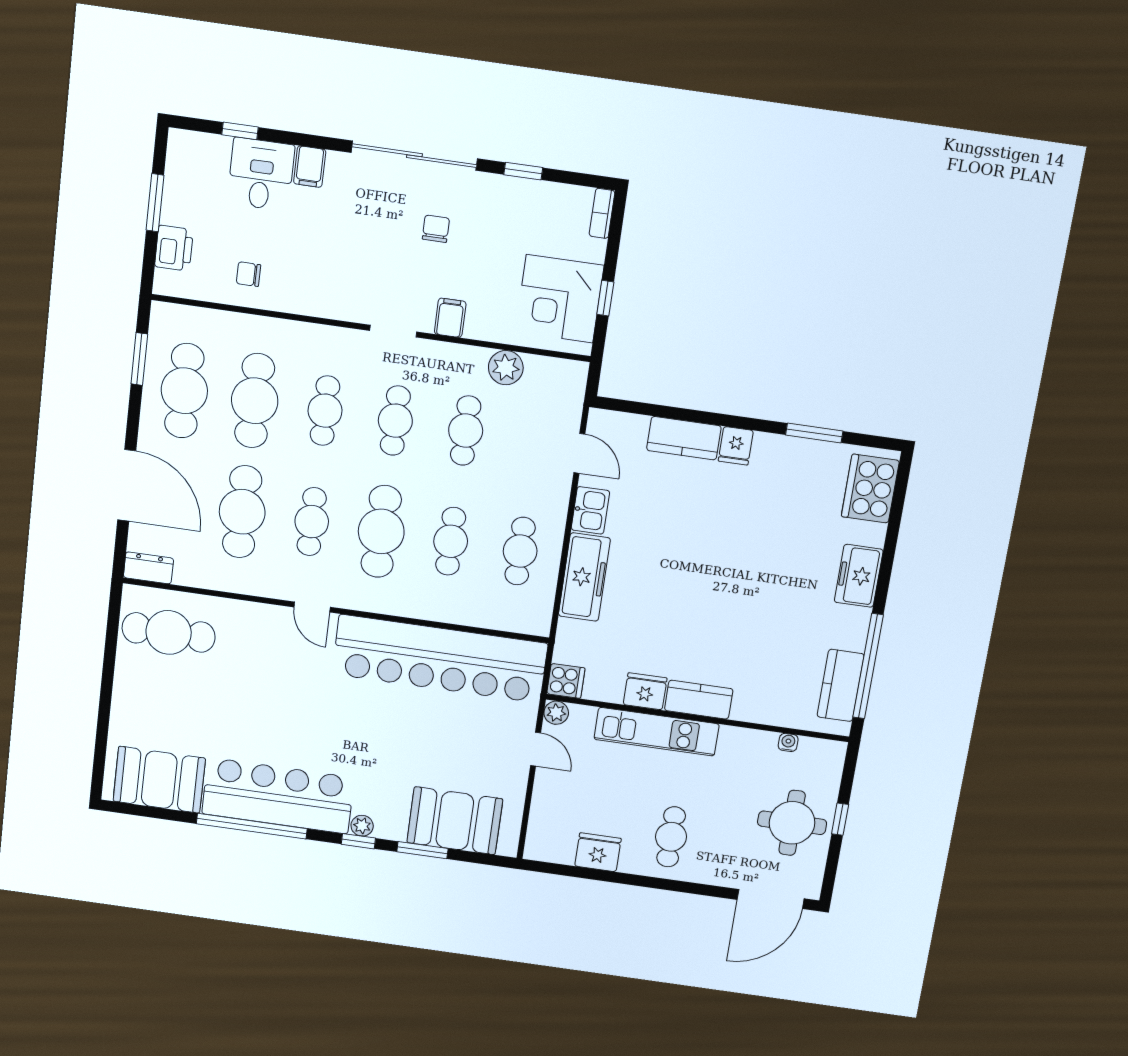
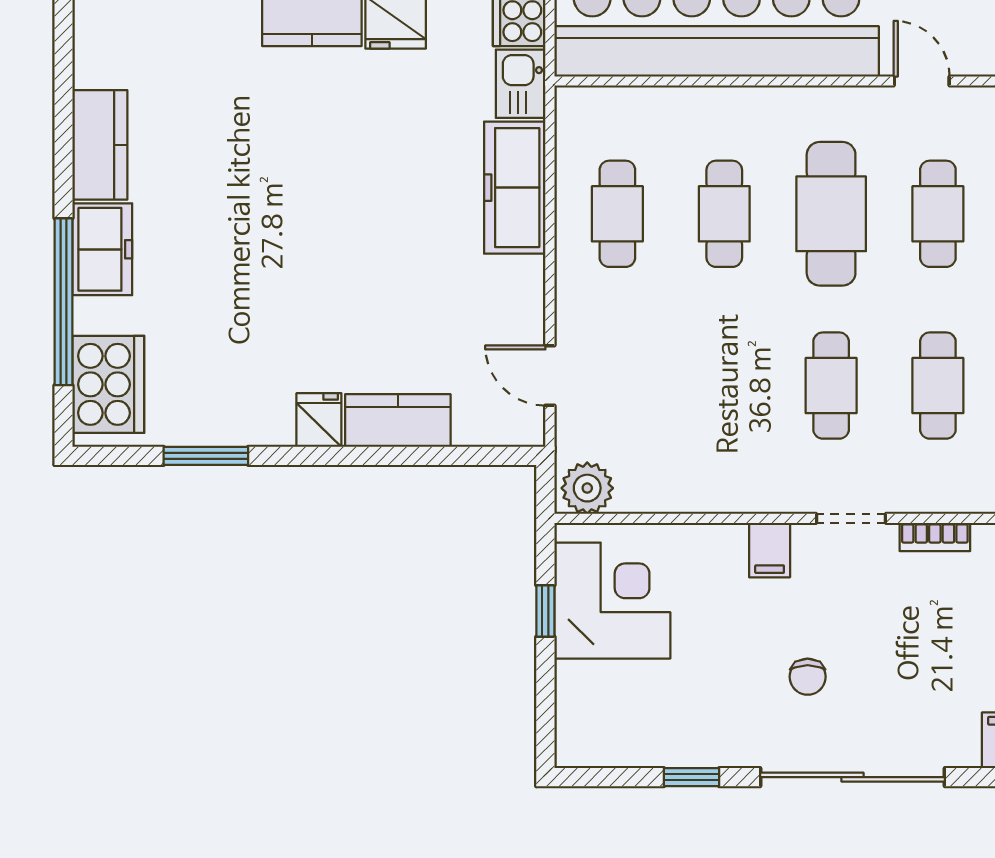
bookcase: (602, 213) -> (935, 537), moved, turned 90
plant: (506, 368) -> (587, 488), moved
cafe table: (466, 431) -> (724, 386), removed
kitchen sink: (590, 510) -> (521, 84), moved
window: (868, 666) -> (64, 302), moved
kitchen counter: (841, 685) -> (100, 145), moved

